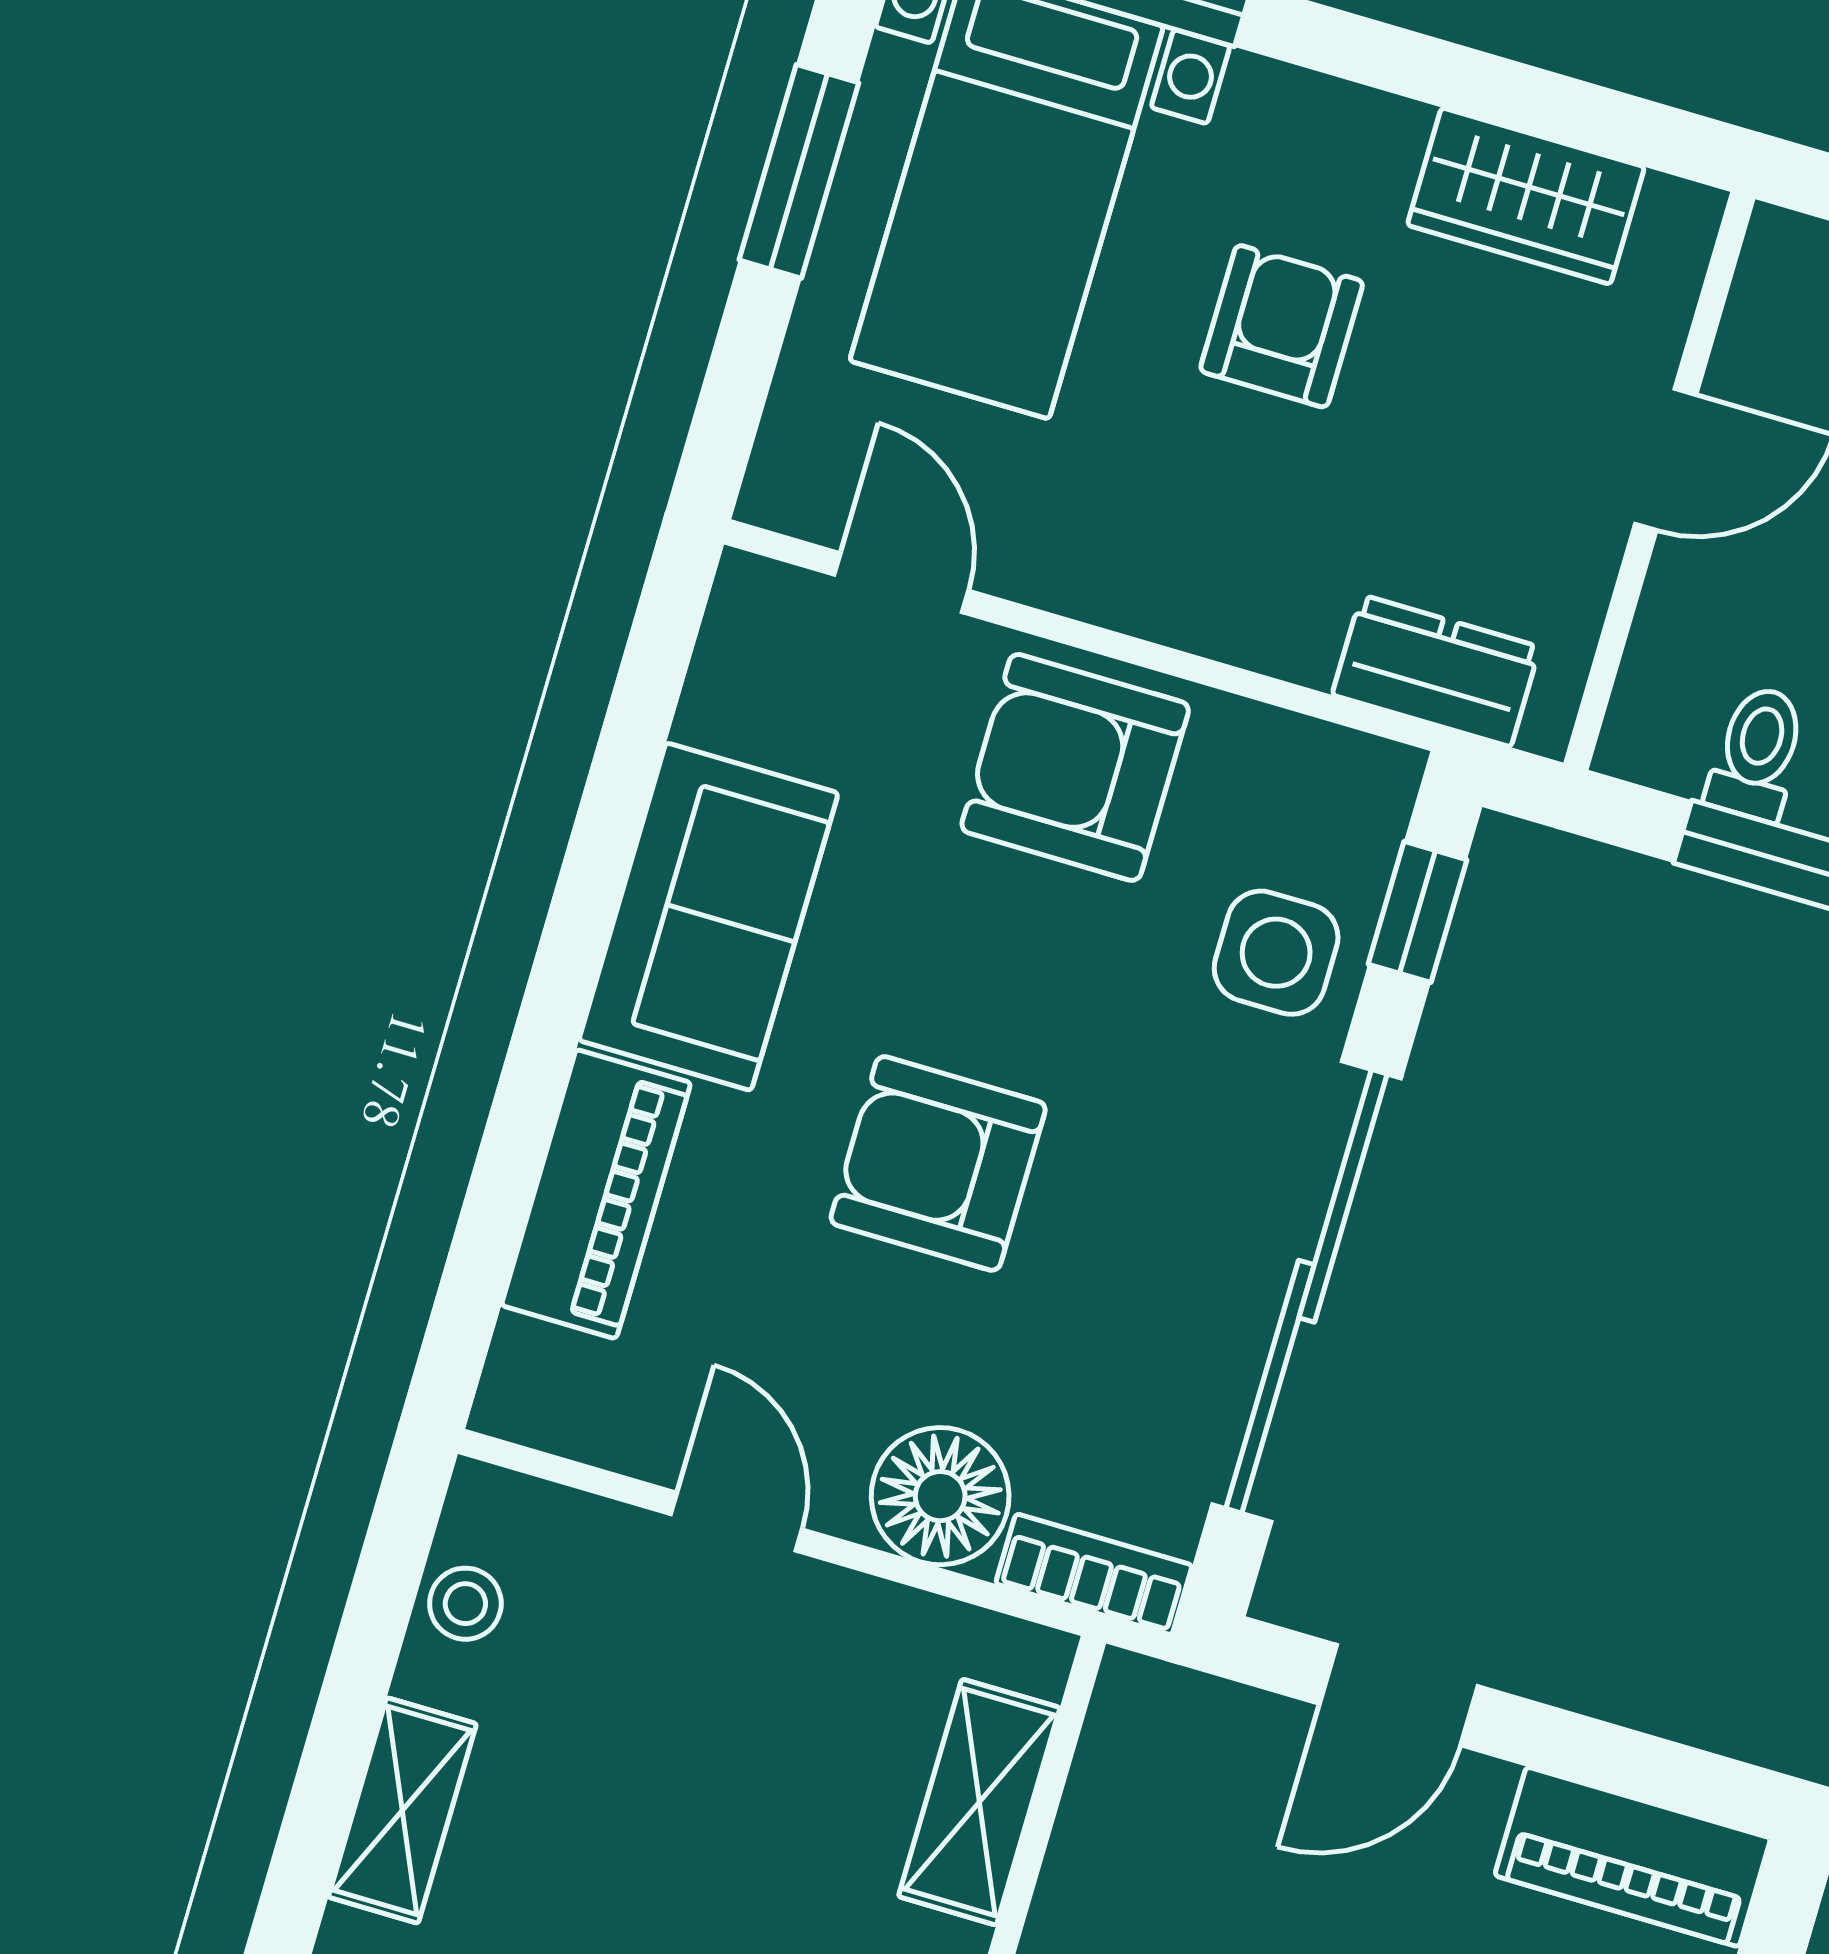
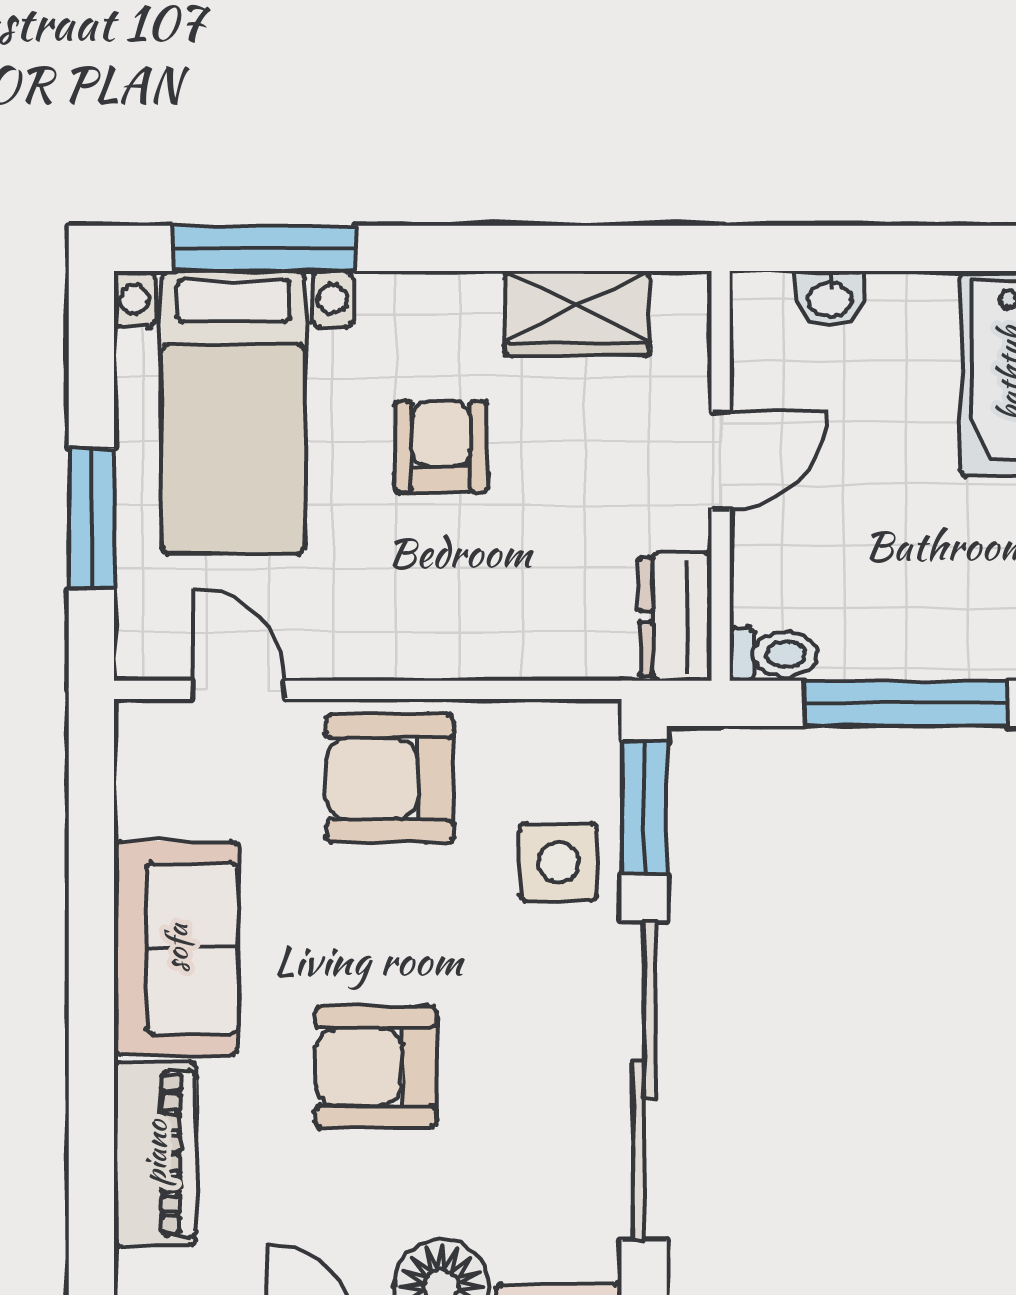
window: (799, 171) -> (91, 519), moved
dresser: (1436, 671) -> (676, 617), moved, turned -90
toilet: (1757, 753) -> (773, 654), moved, turned 90
window: (1418, 912) -> (644, 808), width x1.50

